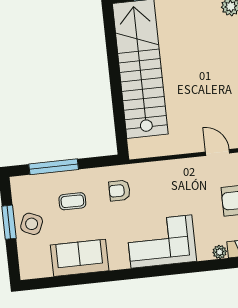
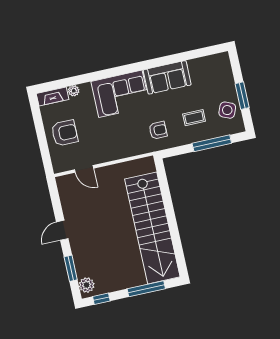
side table: (32, 224) -> (227, 110), moved
sofa: (80, 258) -> (167, 77), moved

